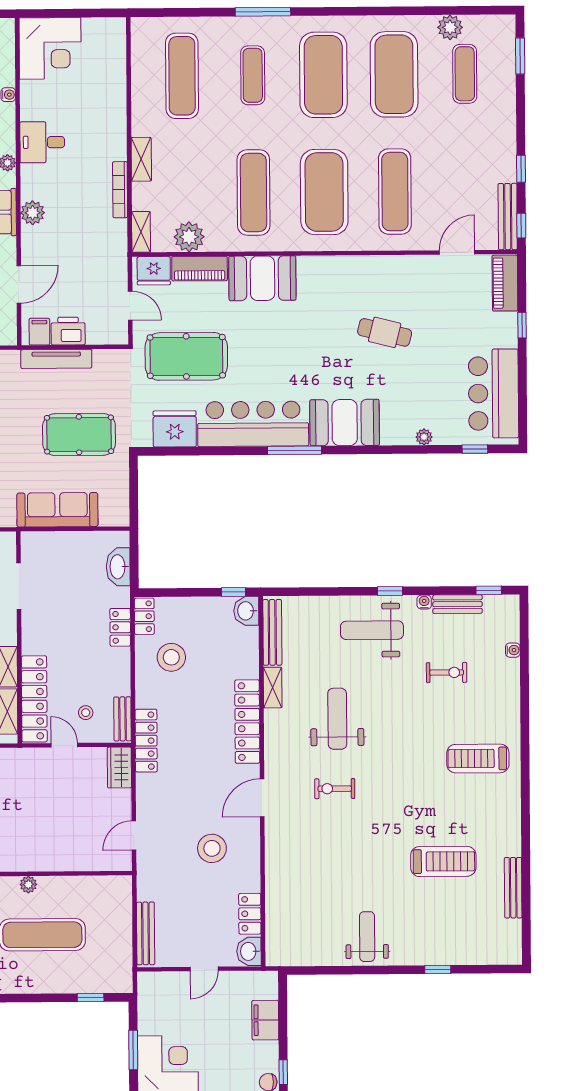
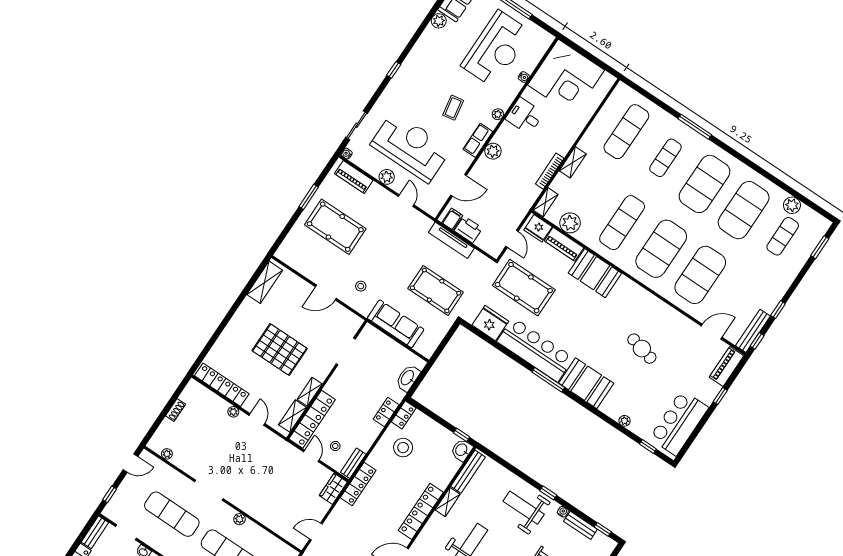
corner desk: (50, 48) -> (566, 77), width x1.36, depth x1.36
exercise mat: (395, 192) -> (700, 275), width x1.47

